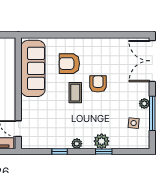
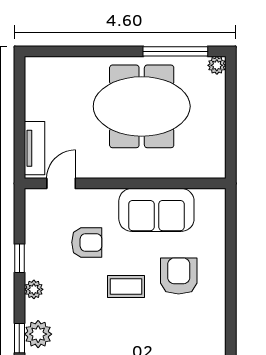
sofa: (33, 68) -> (156, 210), width x0.73
armchair: (98, 84) -> (87, 242), moved

